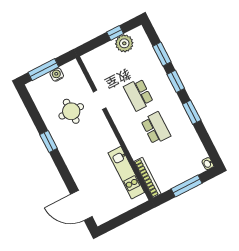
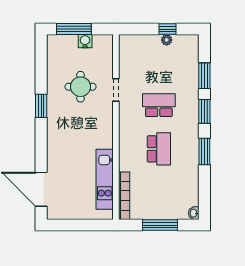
plant: (124, 43) -> (167, 40), width x0.53, depth x0.53
school desk: (138, 95) -> (159, 105), turned 90

